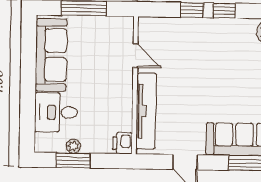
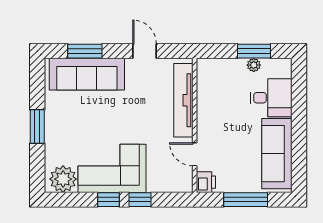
corner sofa: (220, 43) -> (112, 168), added
printer: (123, 143) -> (206, 182), moved

